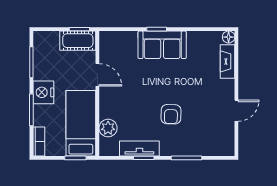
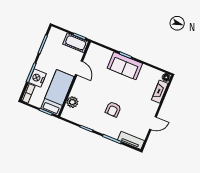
nightstand: (43, 92) -> (37, 78), moved
tv unit: (139, 149) -> (131, 140), moved

